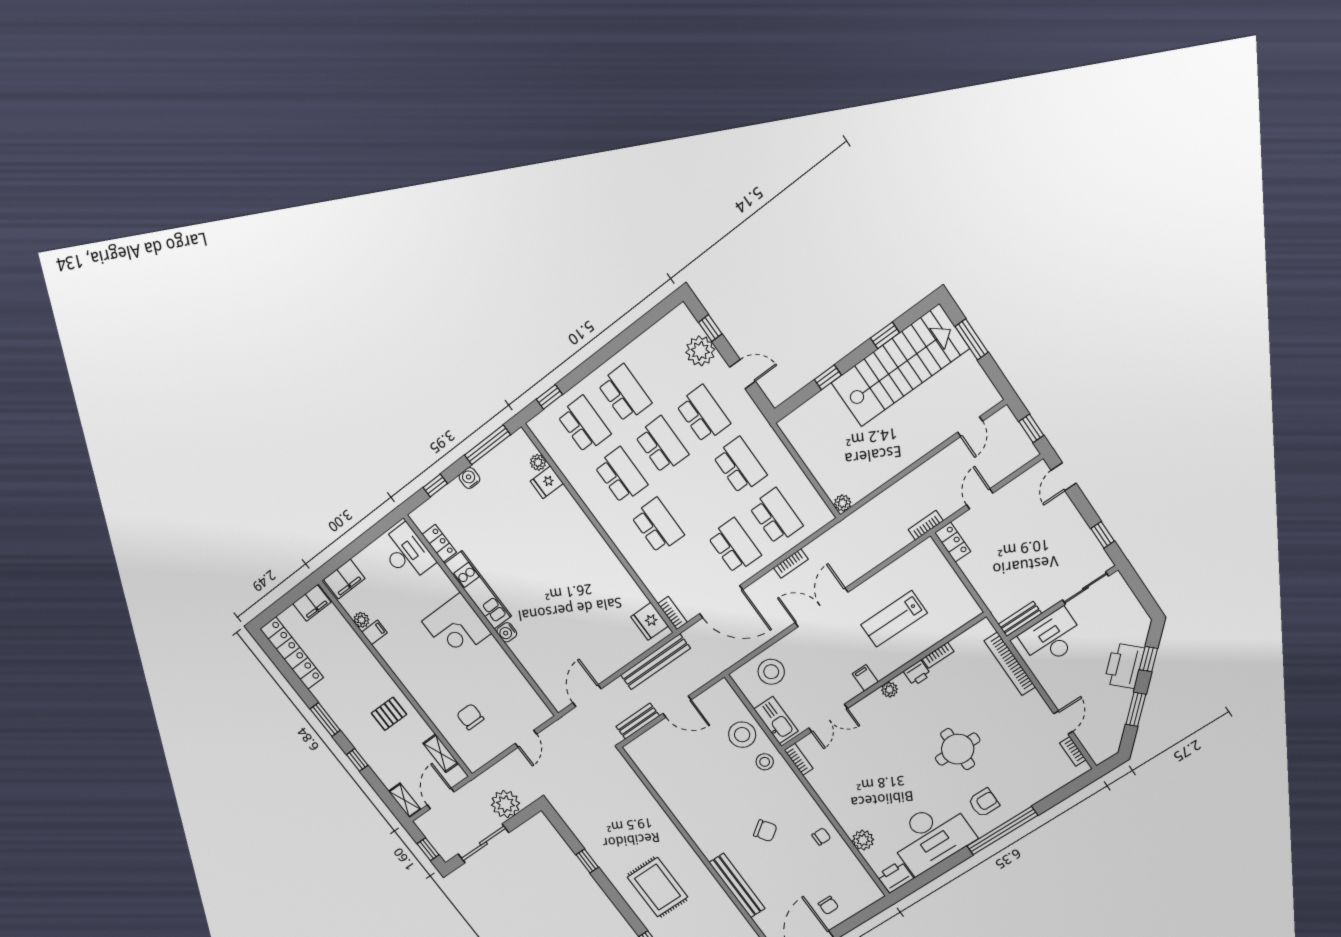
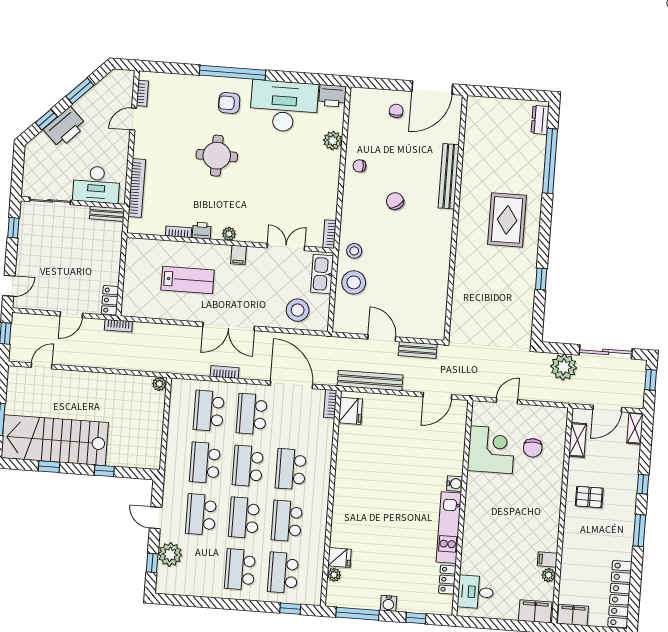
school desk: (698, 496) -> (248, 466), added
desk: (407, 553) -> (475, 592), width x0.73
corner desk: (456, 627) -> (491, 450), moved

